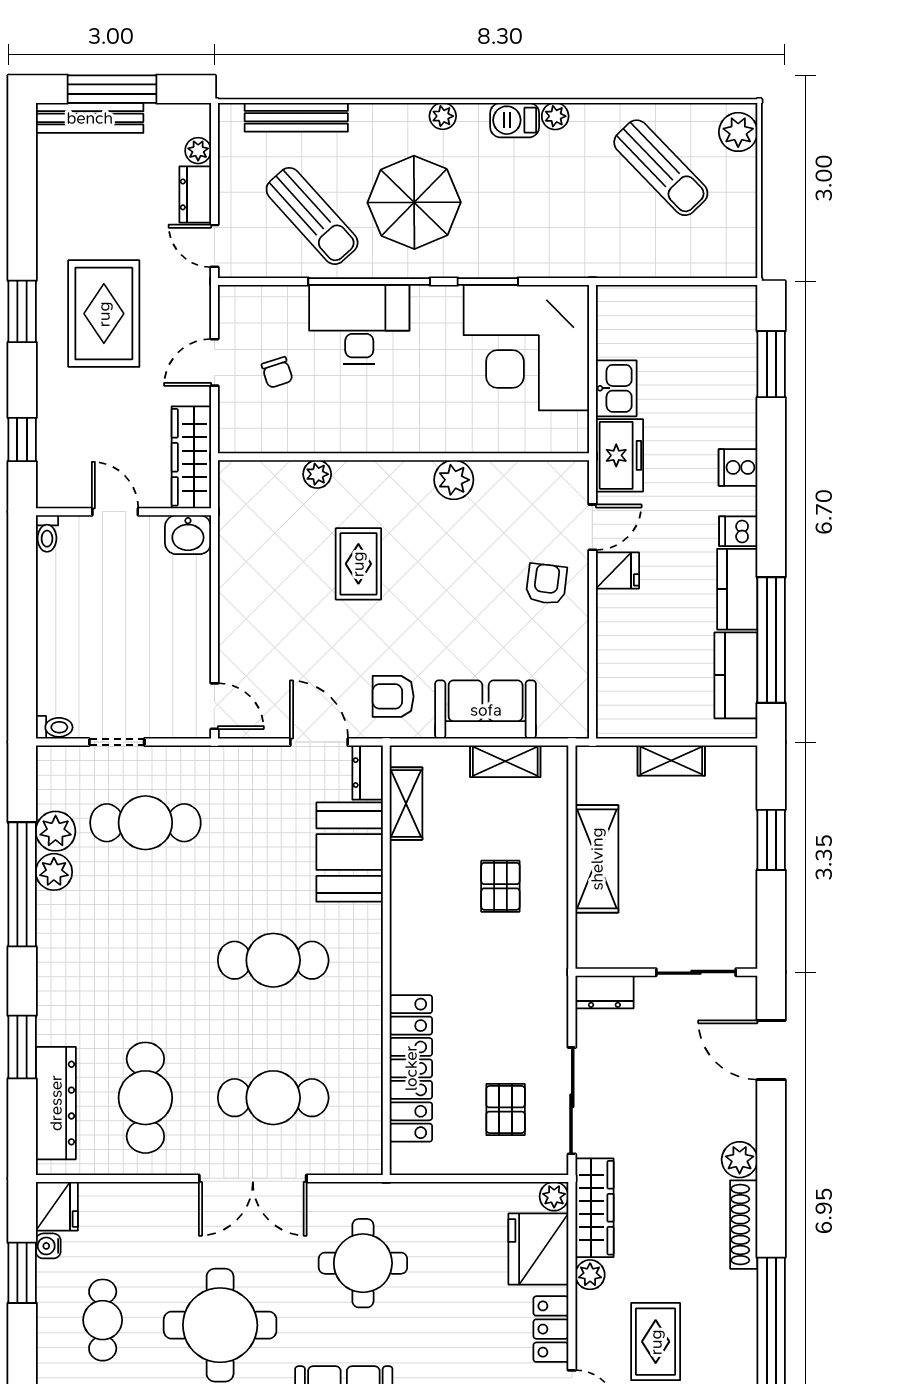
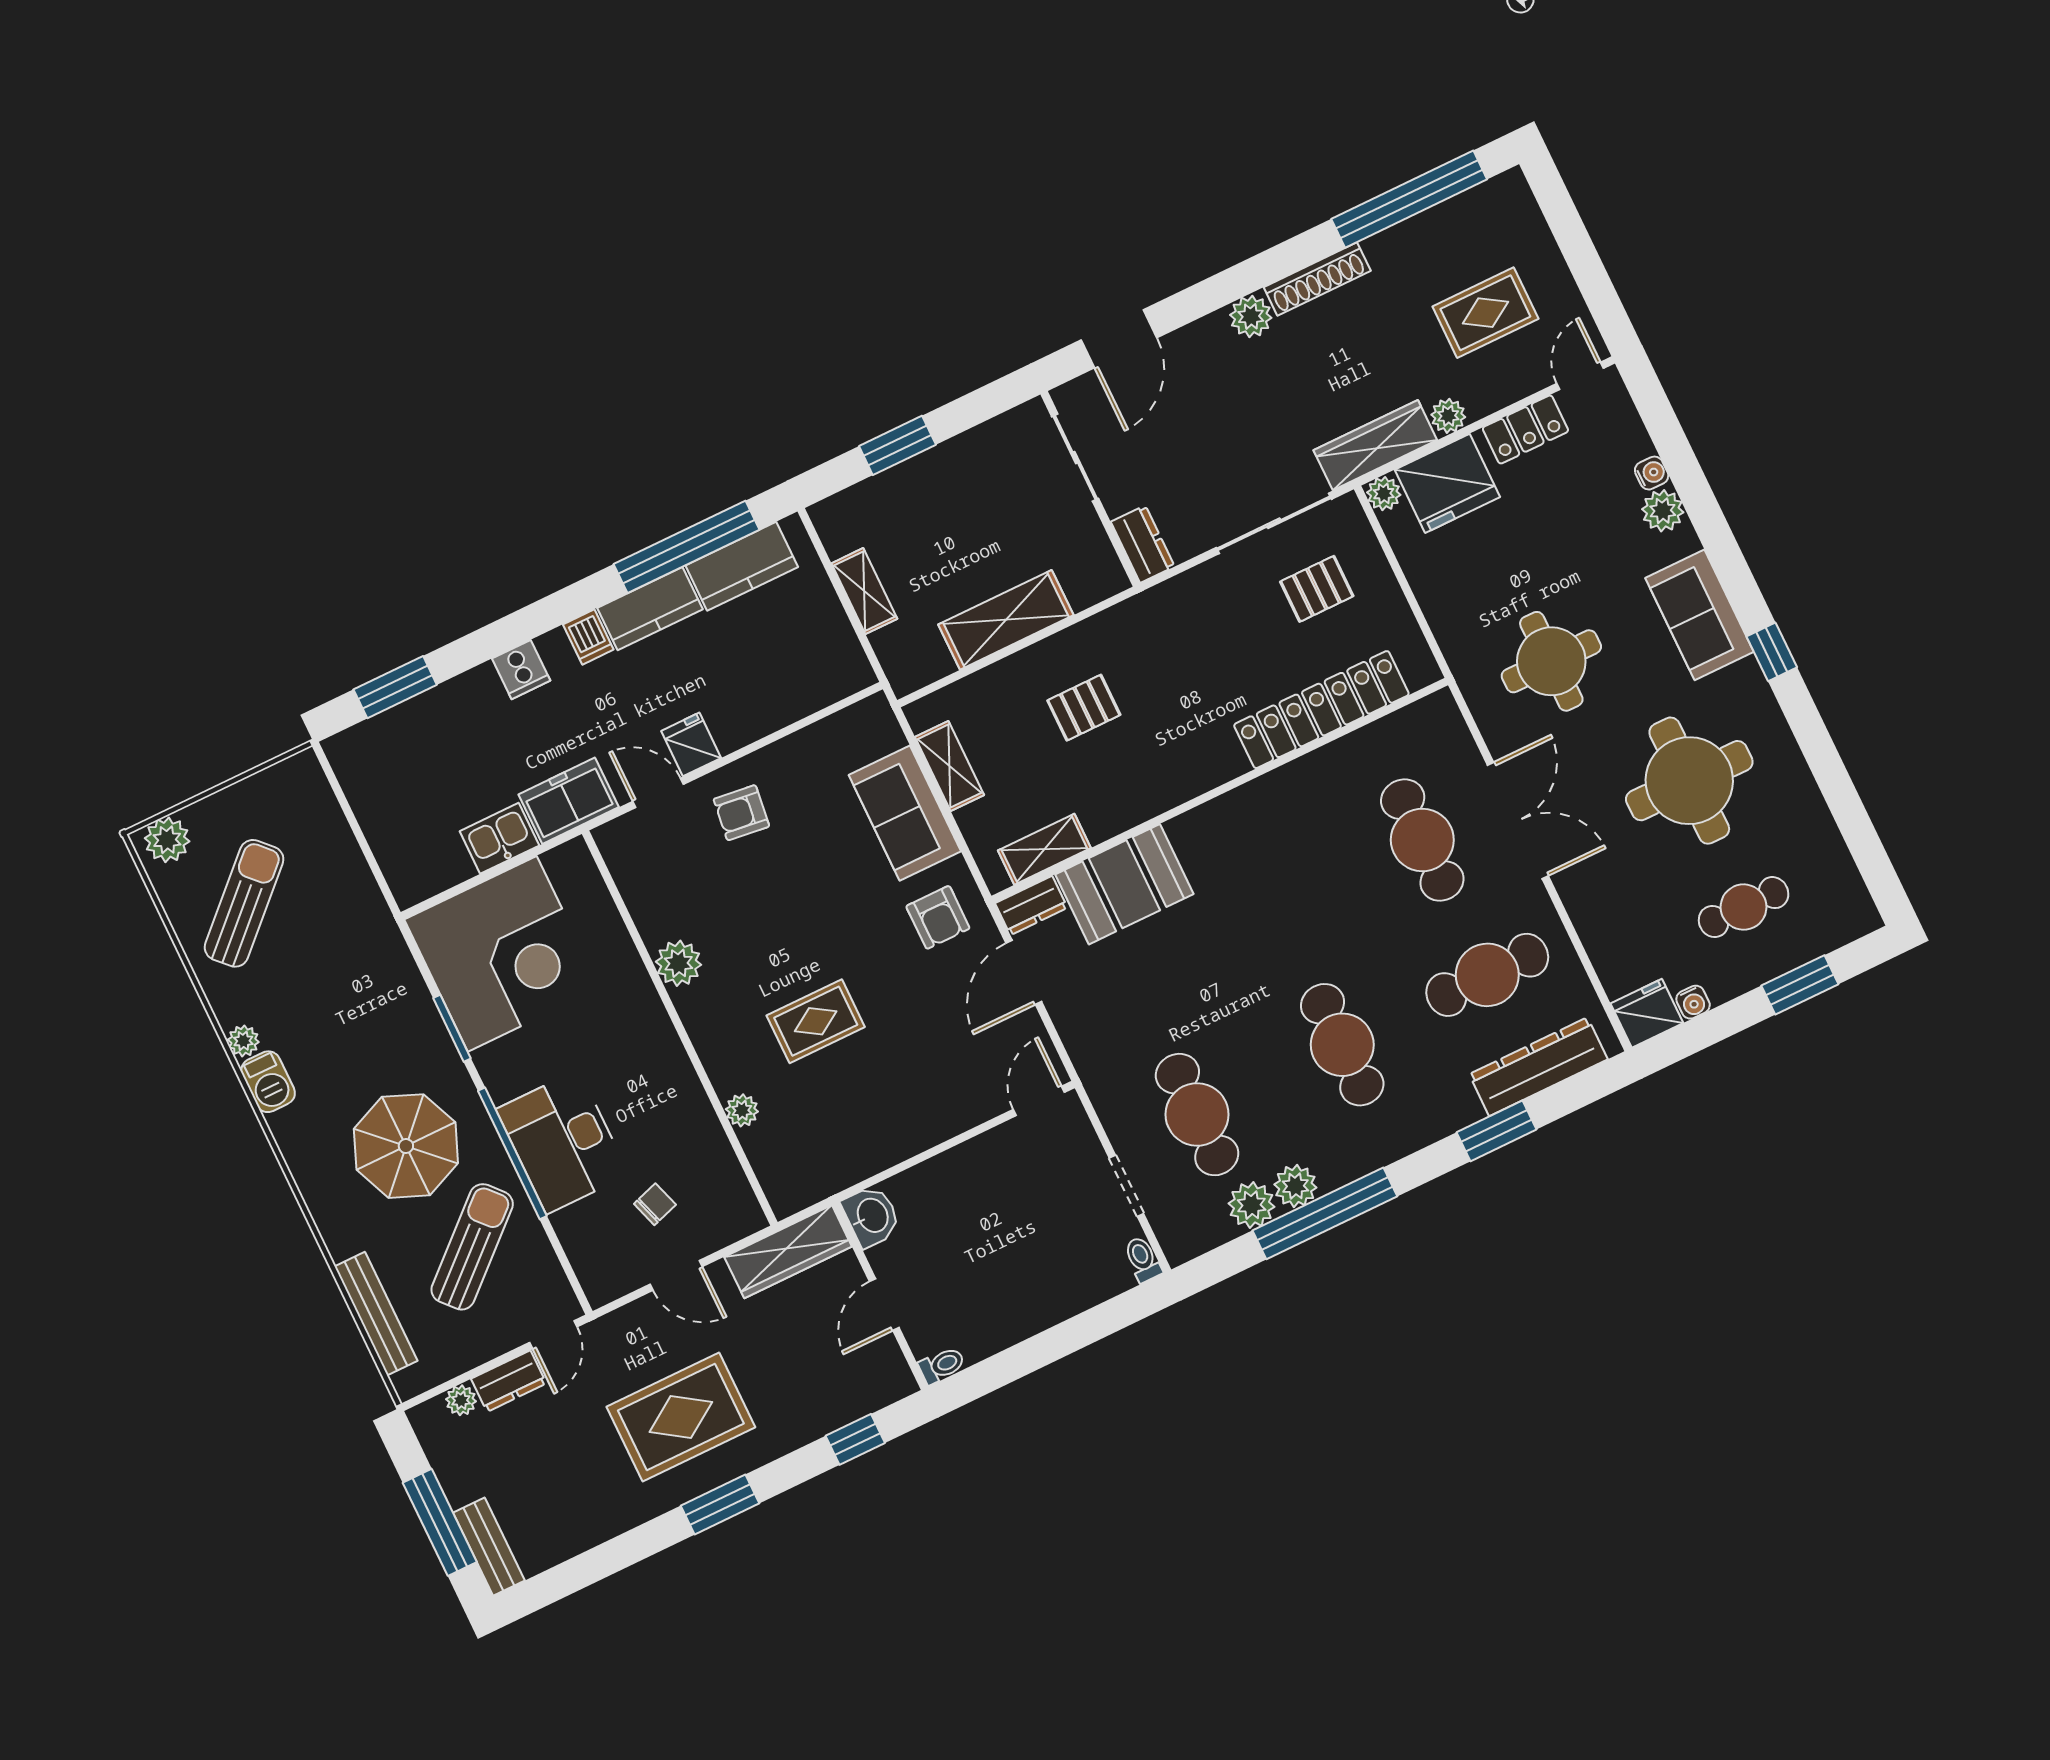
plant: (443, 116) -> (300, 1160), removed
bench: (90, 118) -> (489, 1547), width x0.73
cafe table: (273, 960) -> (1342, 1045), moved
window: (22, 1273) -> (1800, 985), moved

